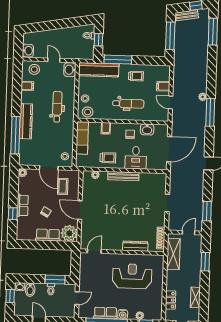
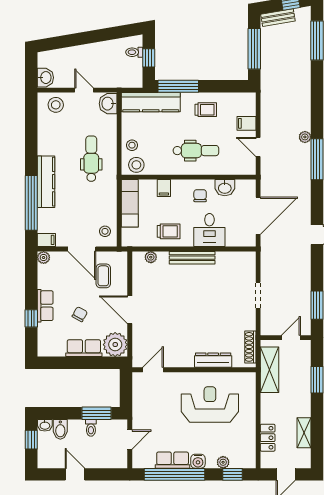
filing cabinet: (27, 86) -> (46, 240), moved

